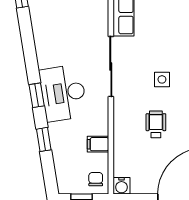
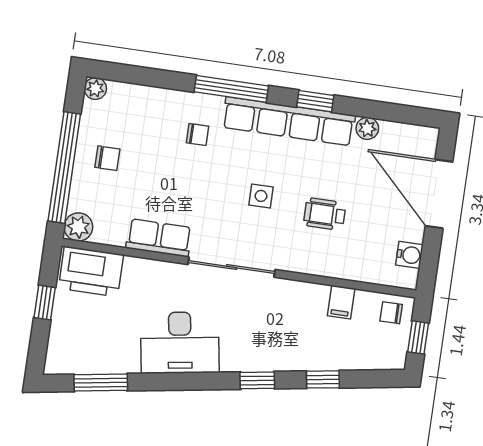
desk: (63, 93) -> (180, 343), moved
water cooler: (121, 186) -> (409, 255), moved

